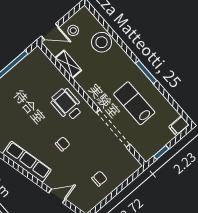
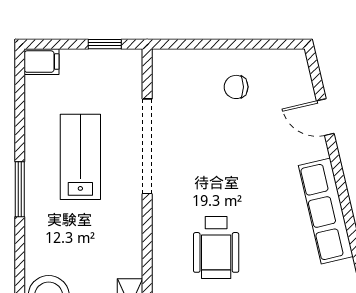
lab bench: (134, 103) -> (80, 157), turned 180
wheelchair: (67, 104) -> (216, 247), moved
chair: (63, 144) -> (246, 190), removed

